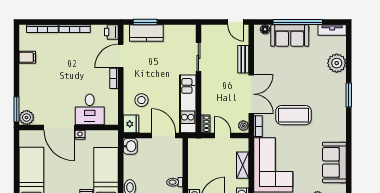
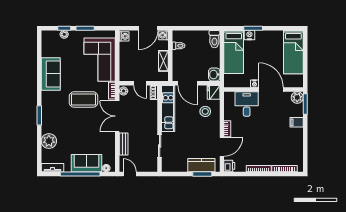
filing cabinet: (27, 57) -> (297, 122), moved
sofa: (334, 162) -> (51, 74), moved
shelving: (243, 165) -> (163, 61), moved

